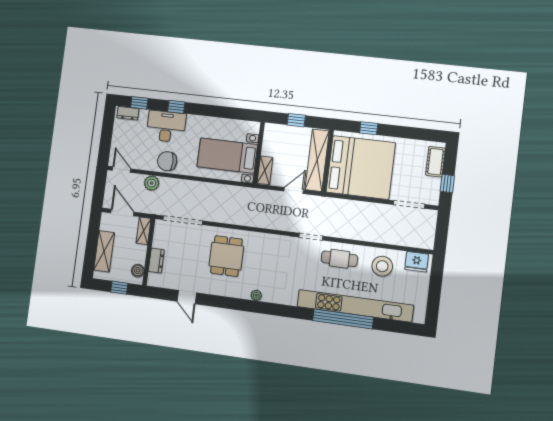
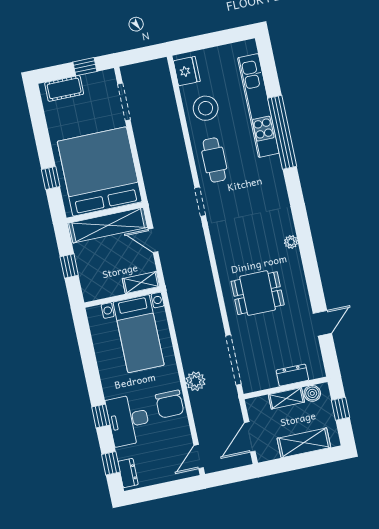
plant: (152, 183) -> (195, 381), moved
shelving: (143, 231) -> (286, 398), moved
kitchen unit: (355, 306) -> (258, 106), width x0.73

